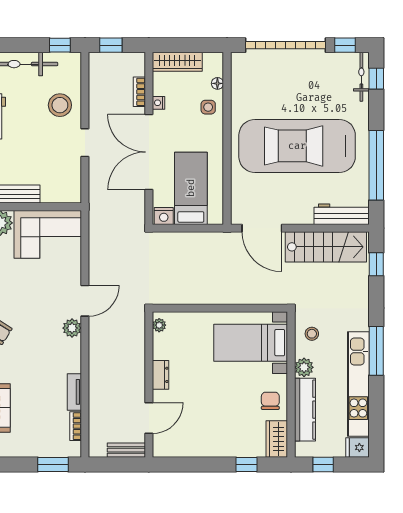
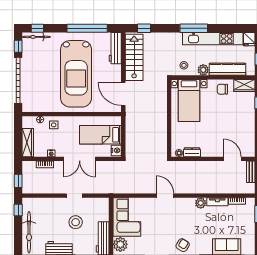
stool: (60, 105) -> (76, 222), moved
double door: (149, 152) -> (80, 159), width x0.73
door: (262, 228) -> (123, 94), swing flipped
plant: (72, 328) -> (201, 203), moved
dresser: (161, 375) -> (192, 152), moved

